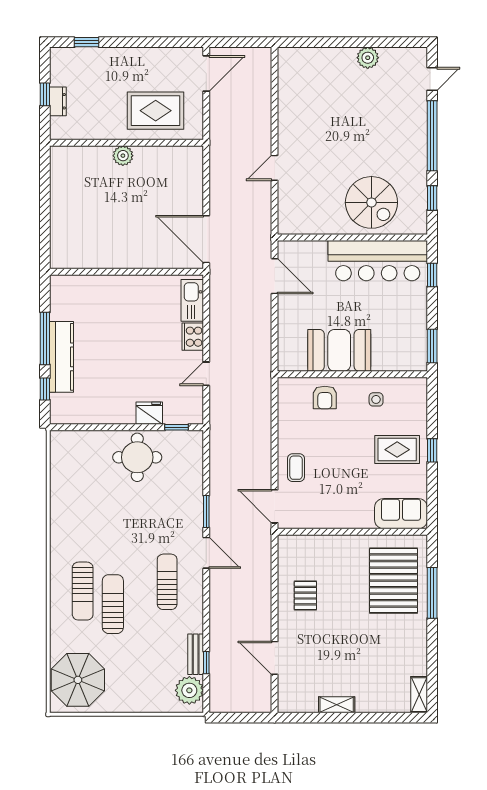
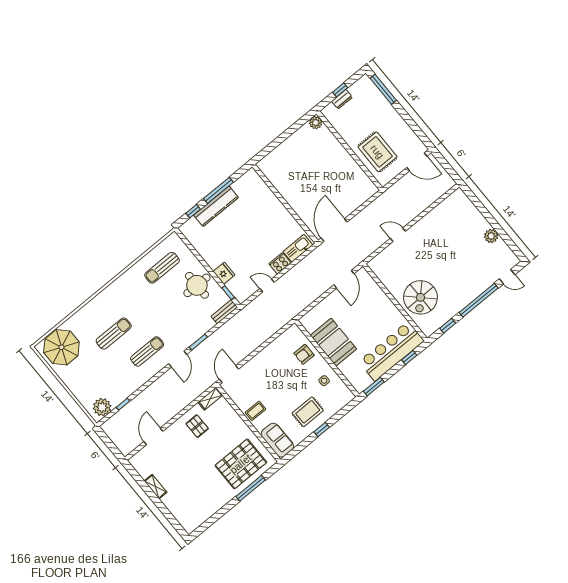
window: (87, 42) -> (383, 89), width x2.17
plant: (123, 156) -> (316, 123), moved
bar counter: (378, 261) -> (391, 351), moved, turned 90
rug: (397, 450) -> (308, 412), turned 90
coffee table: (296, 468) -> (256, 411), moved
sun lounger: (83, 591) -> (162, 268), moved
pallet: (305, 596) -> (197, 426), turned 90
bench: (196, 654) -> (224, 312), moved
shelving: (419, 695) -> (210, 399), moved

